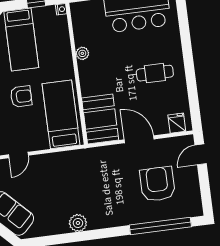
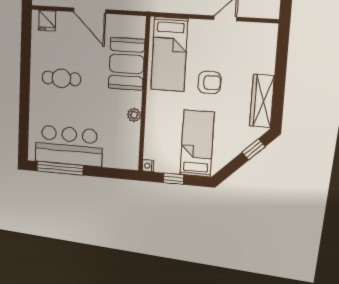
armchair: (21, 96) -> (210, 82), turned 180
booth: (100, 119) -> (127, 64), moved

